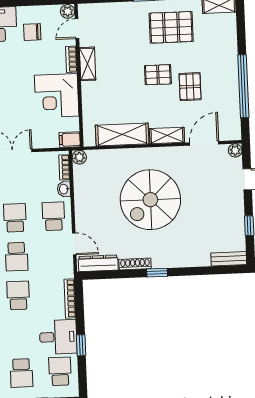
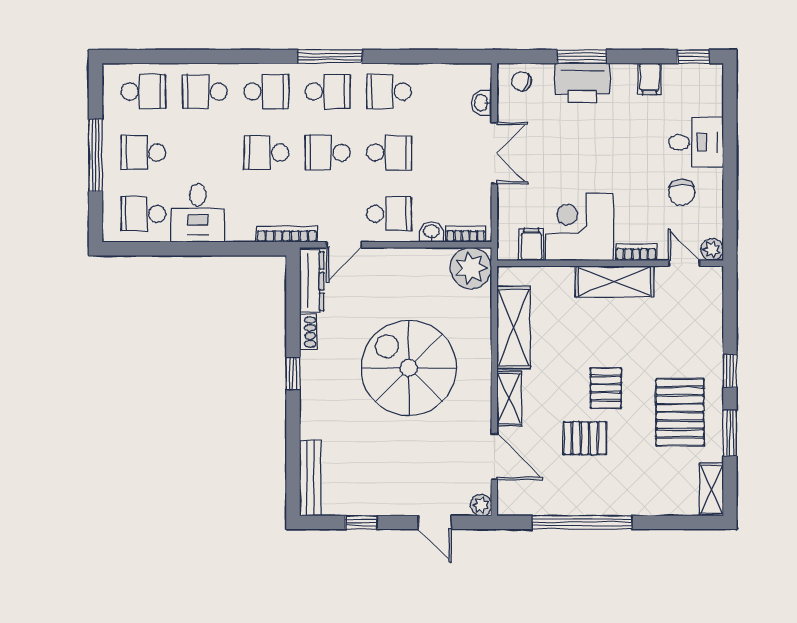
chair: (32, 32) -> (682, 192), turned 180
shelving: (88, 64) -> (615, 282), width x1.50, depth x1.33
filing cabinet: (70, 140) -> (531, 244), moved
plant: (79, 157) -> (471, 268), width x1.88, depth x1.88
bench: (229, 259) -> (310, 478), width x1.36
shoe rack: (135, 264) -> (308, 332), width x0.70
school desk: (18, 295) -> (266, 153), turned 180
bookcase: (70, 298) -> (287, 234), moved
window: (81, 345) -> (183, 249), removed
school desk: (60, 371) -> (143, 214), turned 180

